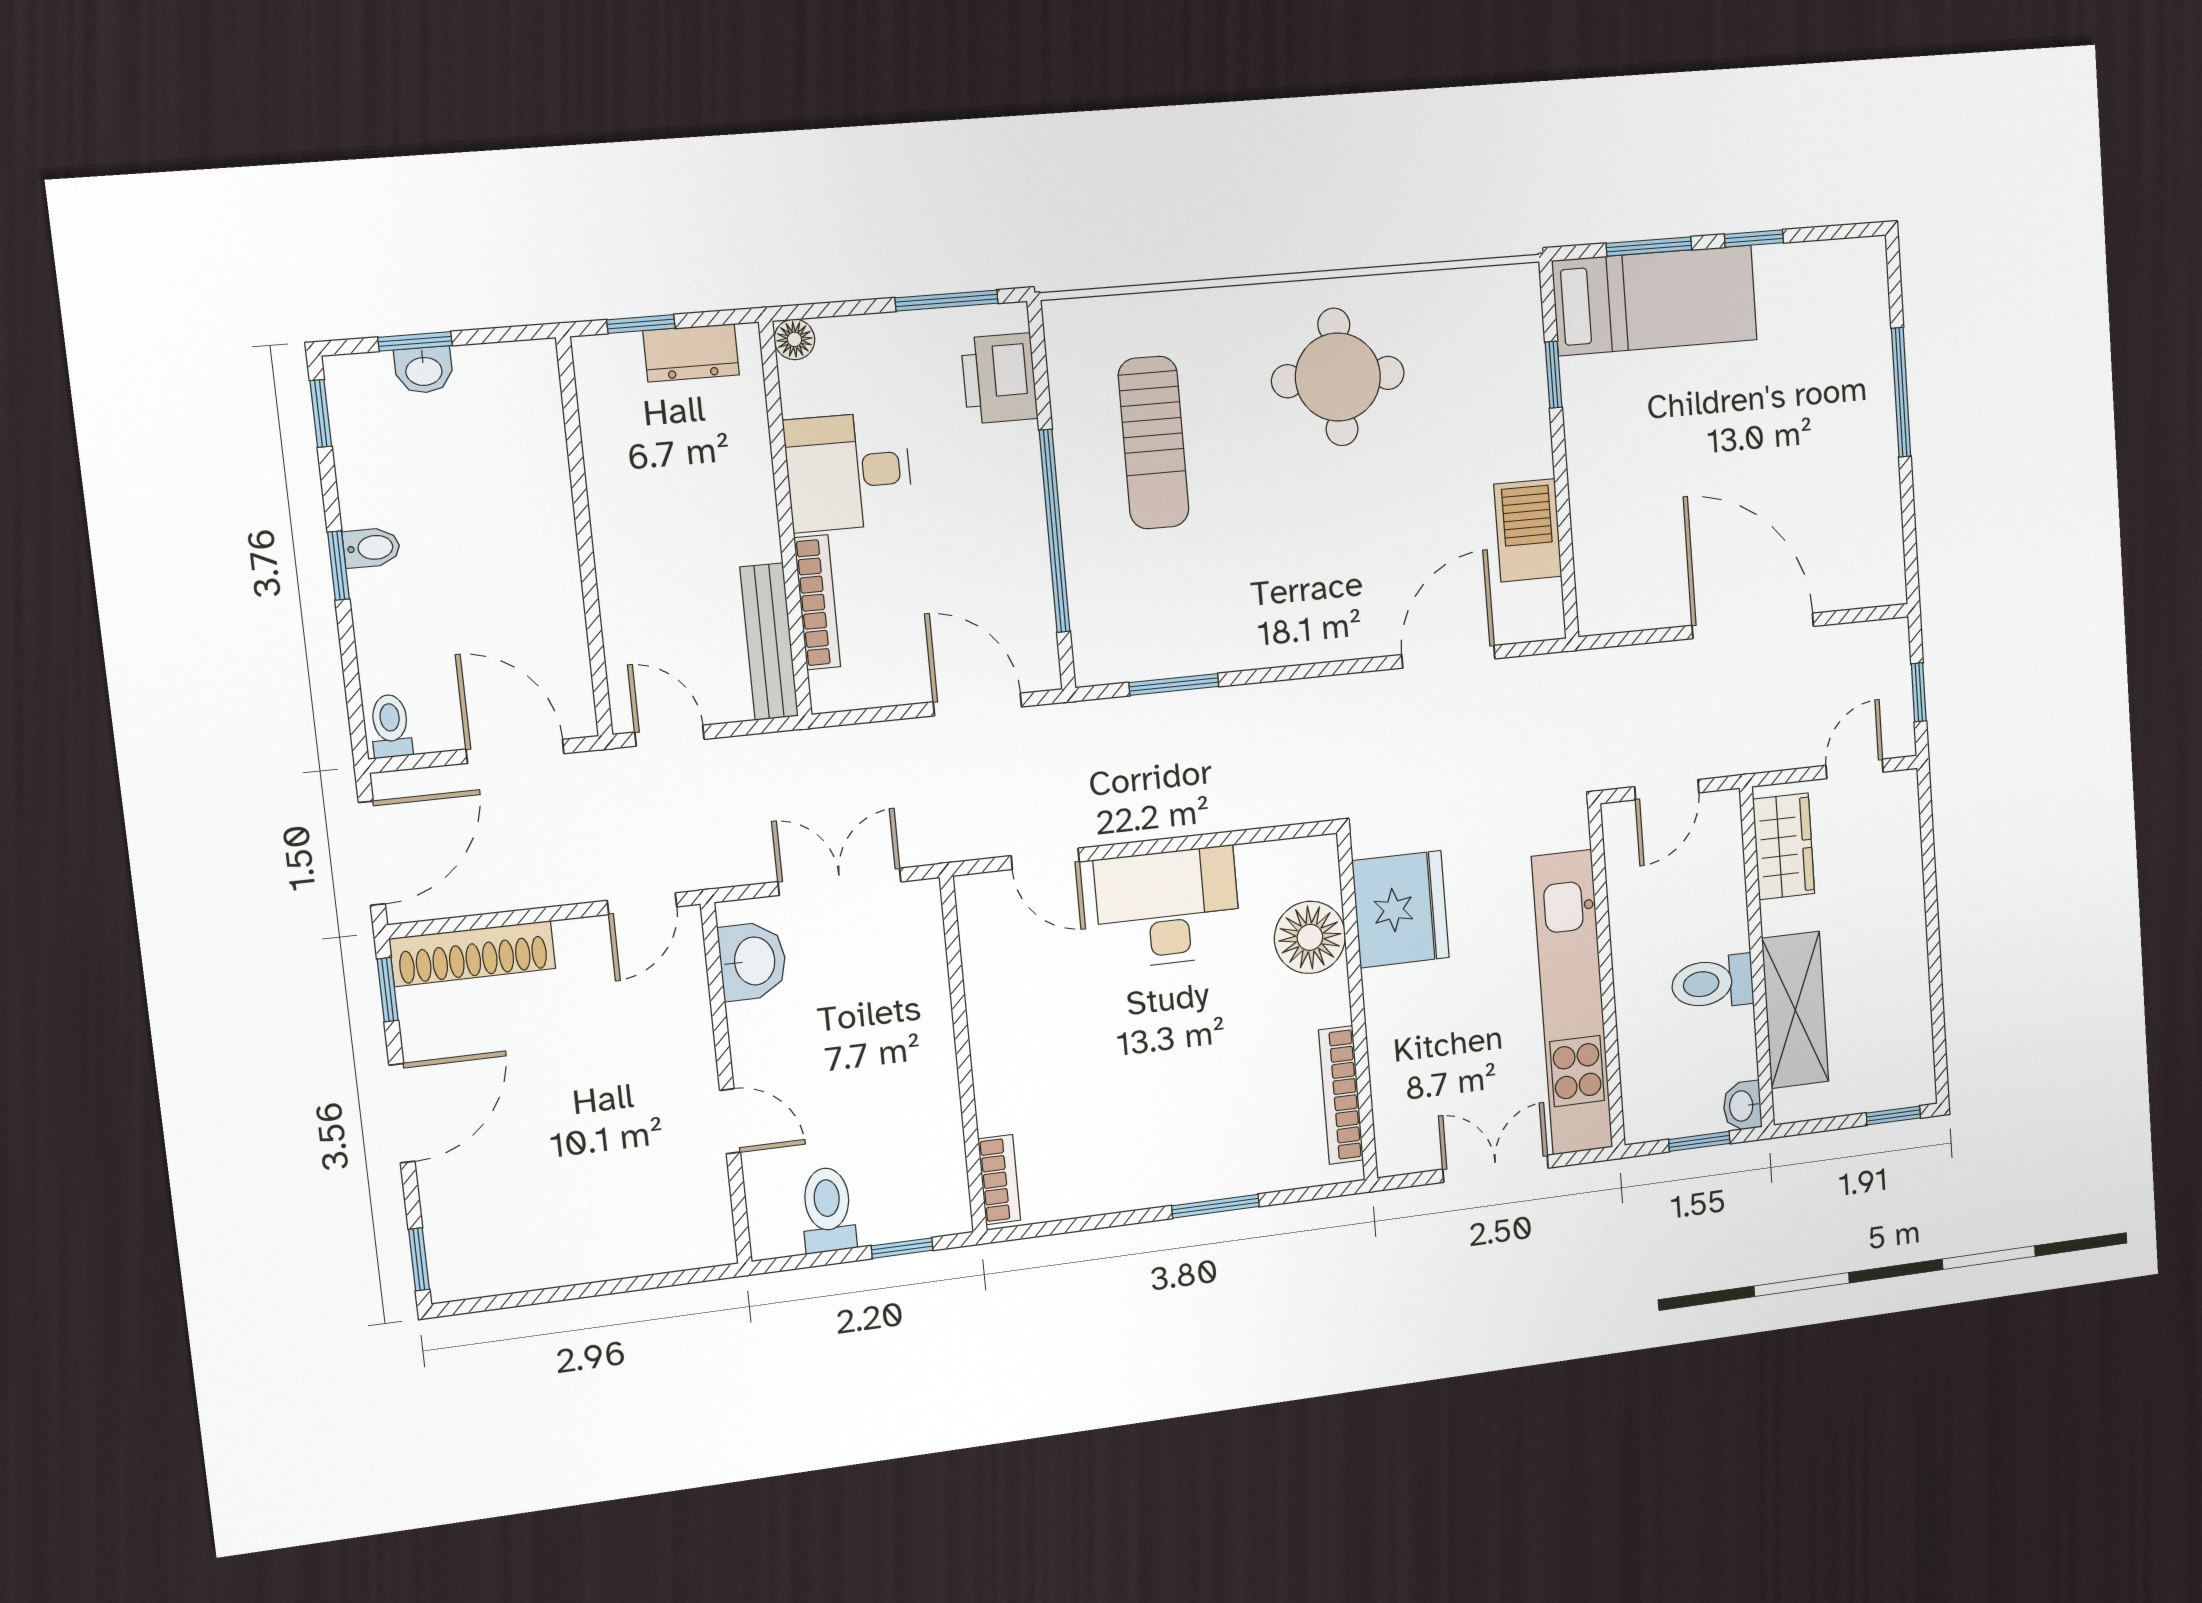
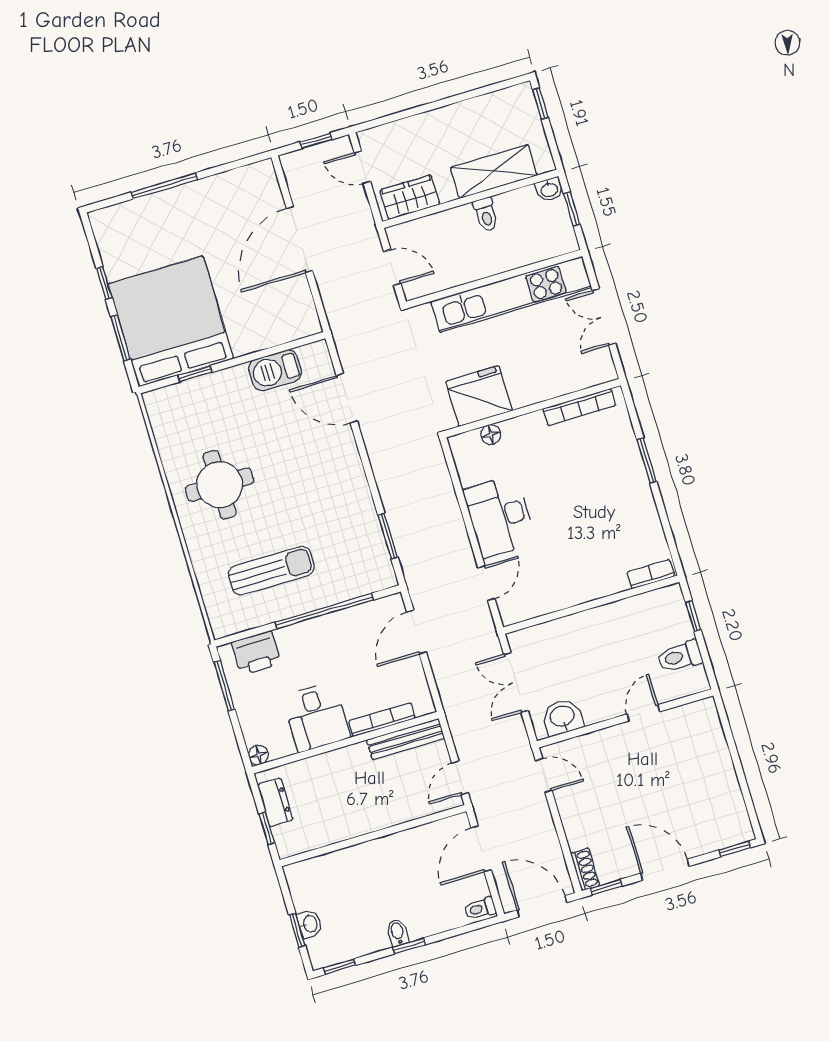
bed: (1655, 300) -> (171, 321), width x2.04
floor lamp: (1310, 937) -> (491, 434), width x0.53, depth x0.53
shoe rack: (473, 954) -> (585, 869), width x0.51, depth x0.81
toilet: (1712, 983) -> (486, 214), width x0.73, depth x0.72

